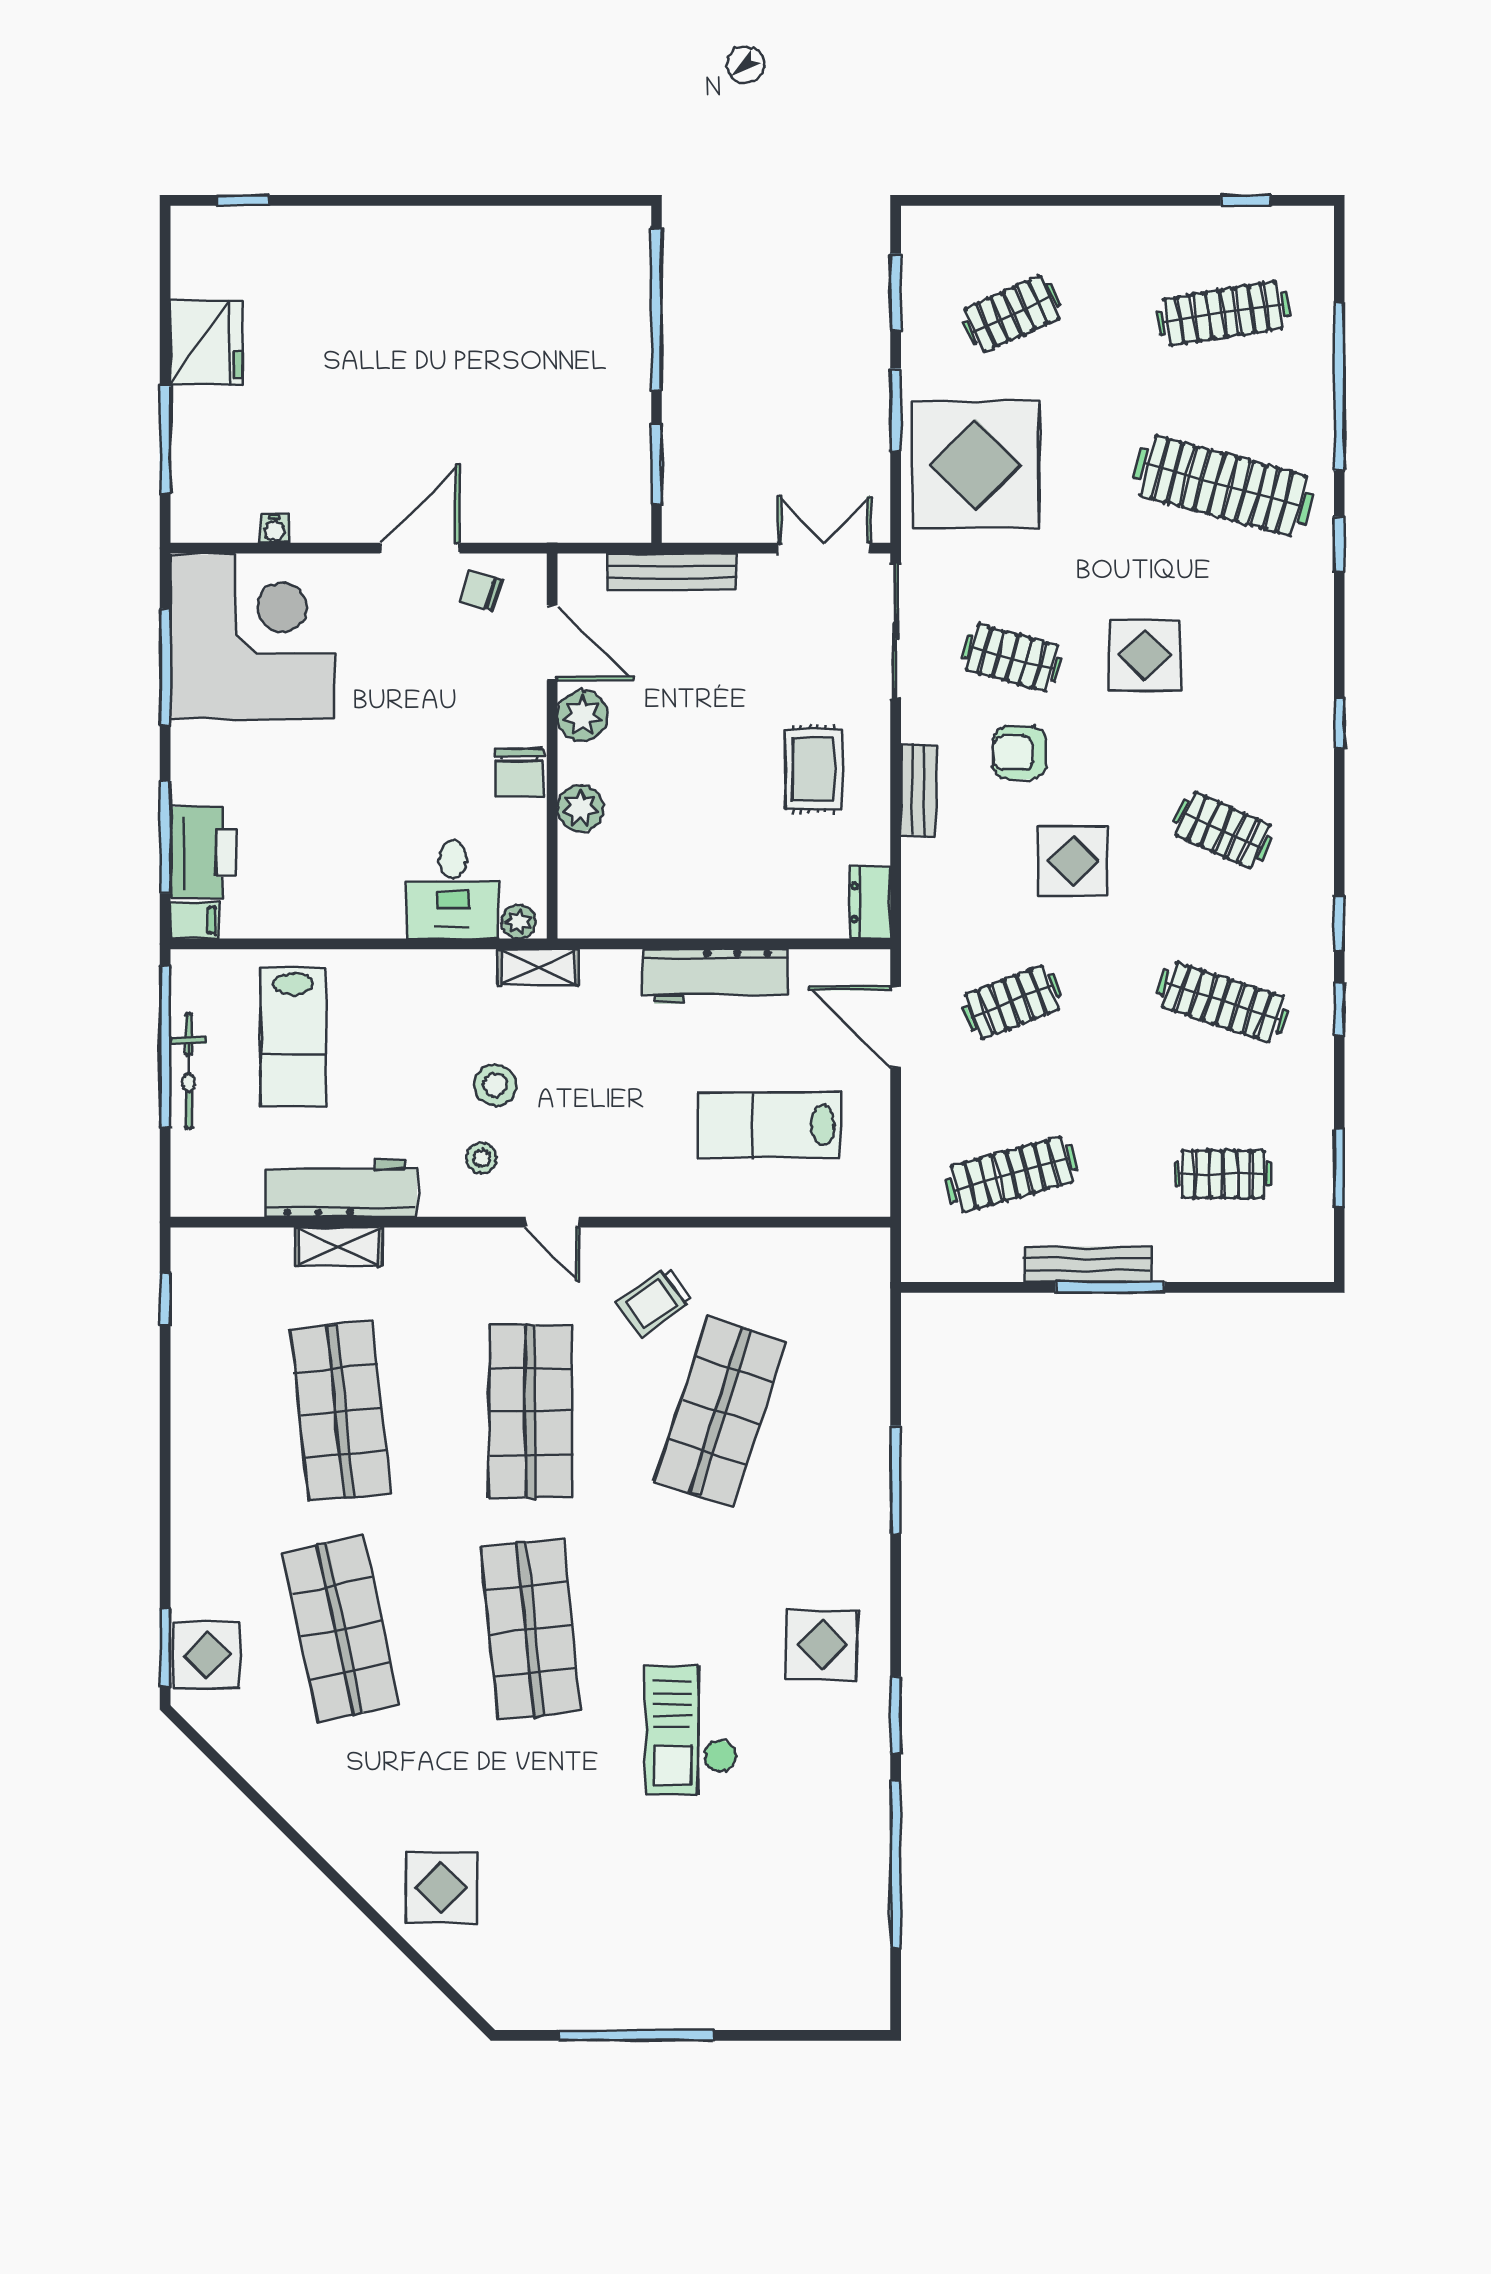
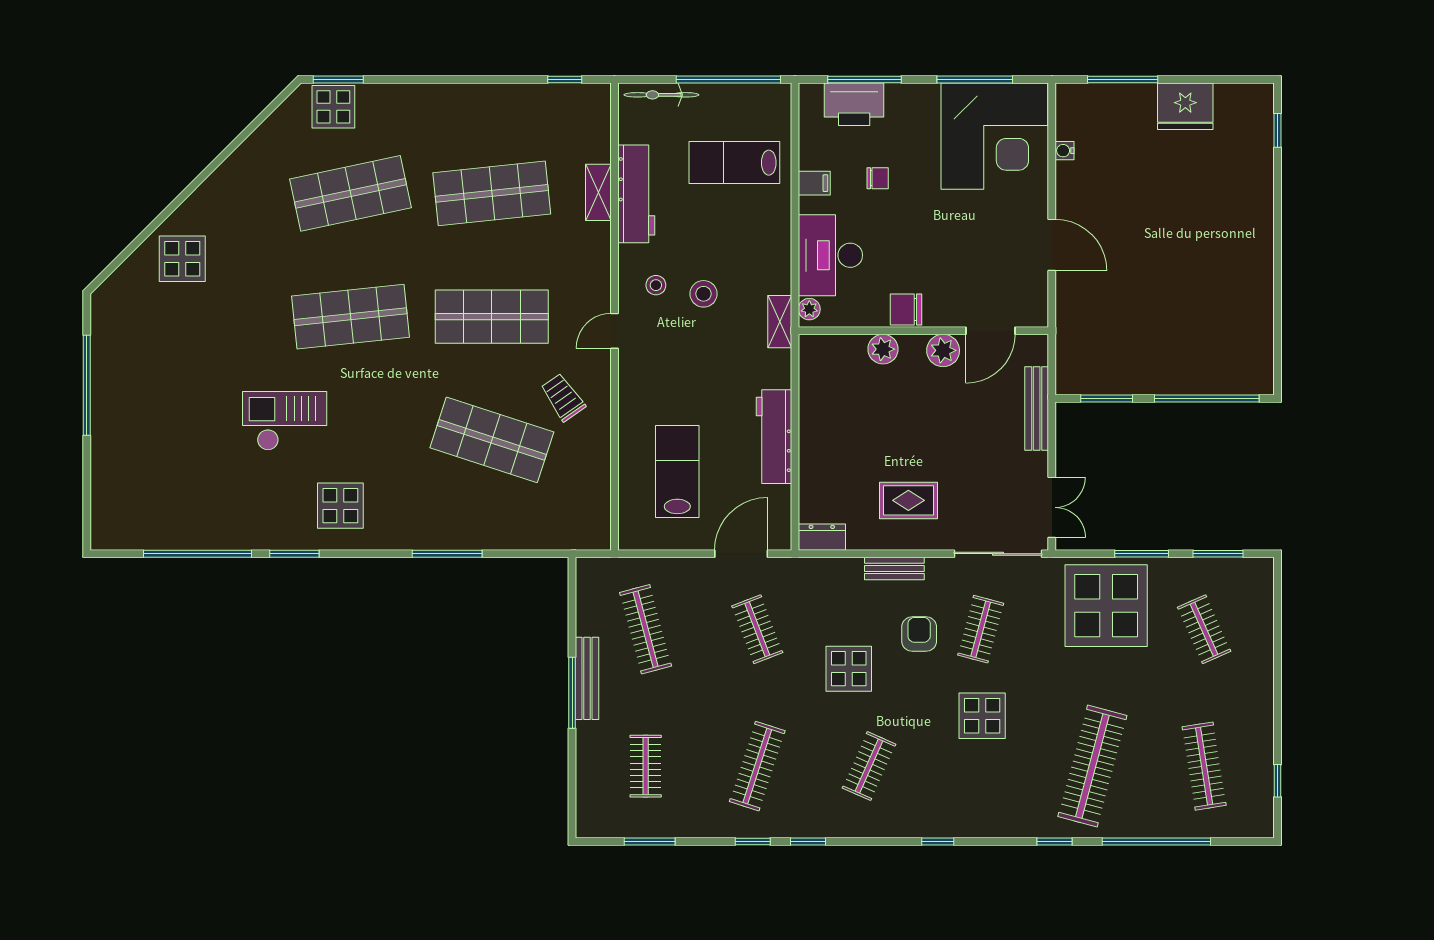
chair: (481, 591) -> (878, 178), moved, turned 74
desk: (453, 889) -> (830, 255), width x1.37
filing cabinet: (195, 920) -> (814, 183), moved, turned -90
bicycle: (189, 1071) -> (661, 95), moved

